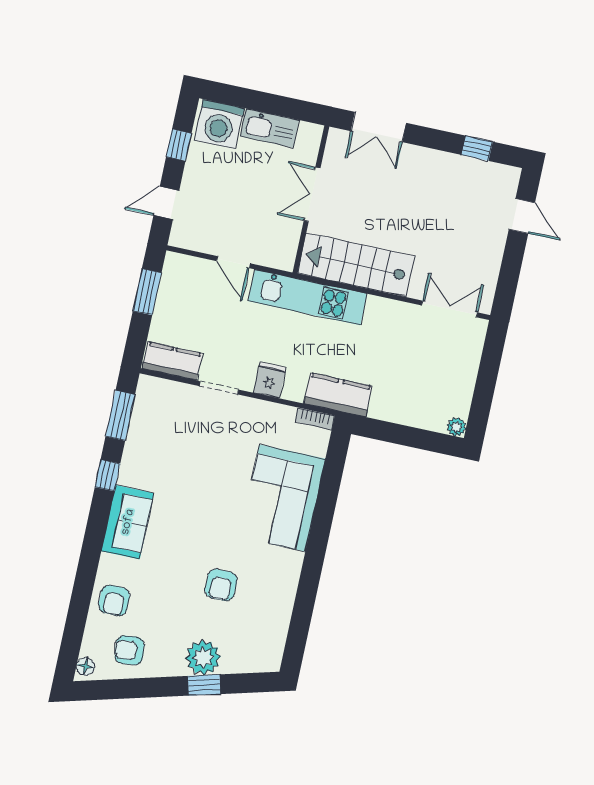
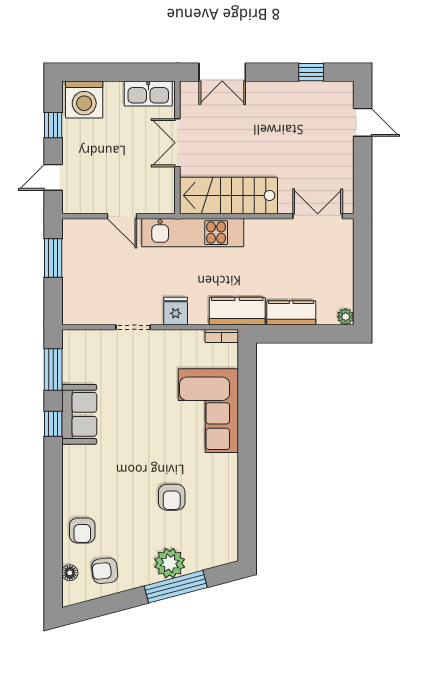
kitchen sink: (270, 128) -> (148, 94), moved
kitchen counter: (172, 361) -> (291, 313), moved
sofa: (128, 522) -> (79, 414), moved
floor lamp: (85, 666) -> (70, 573), moved
window: (204, 685) -> (176, 587), width x2.17

